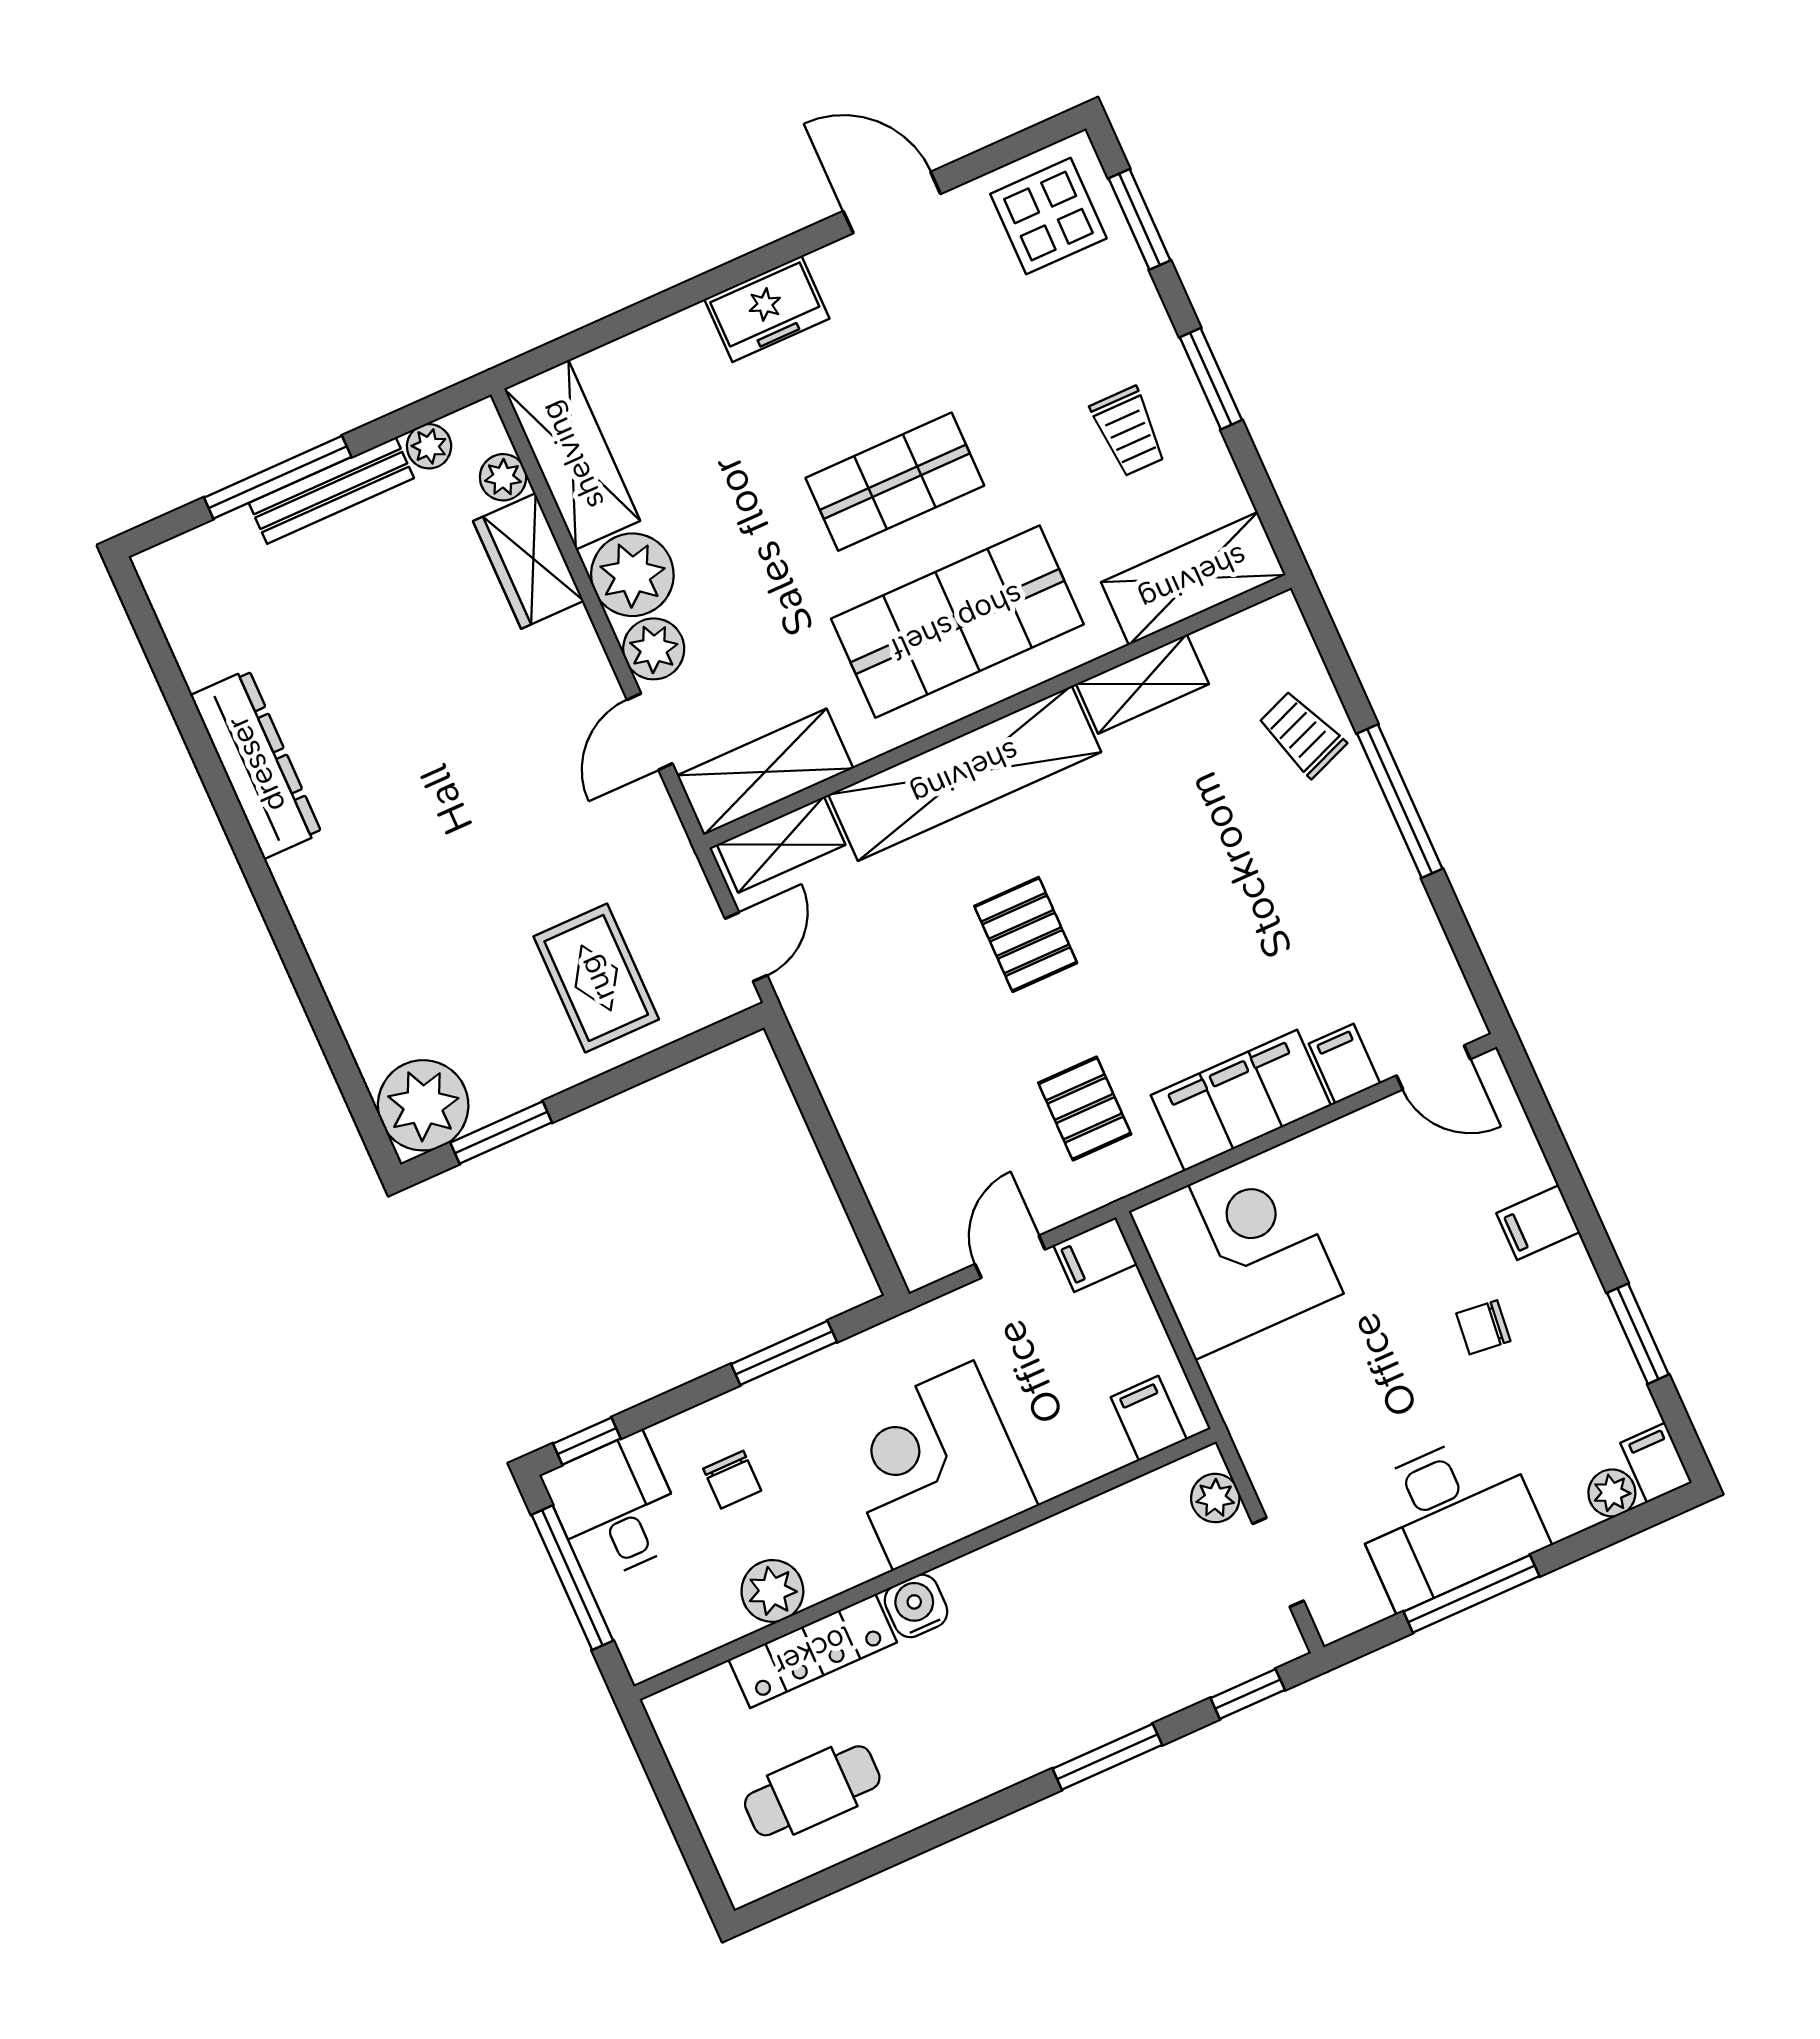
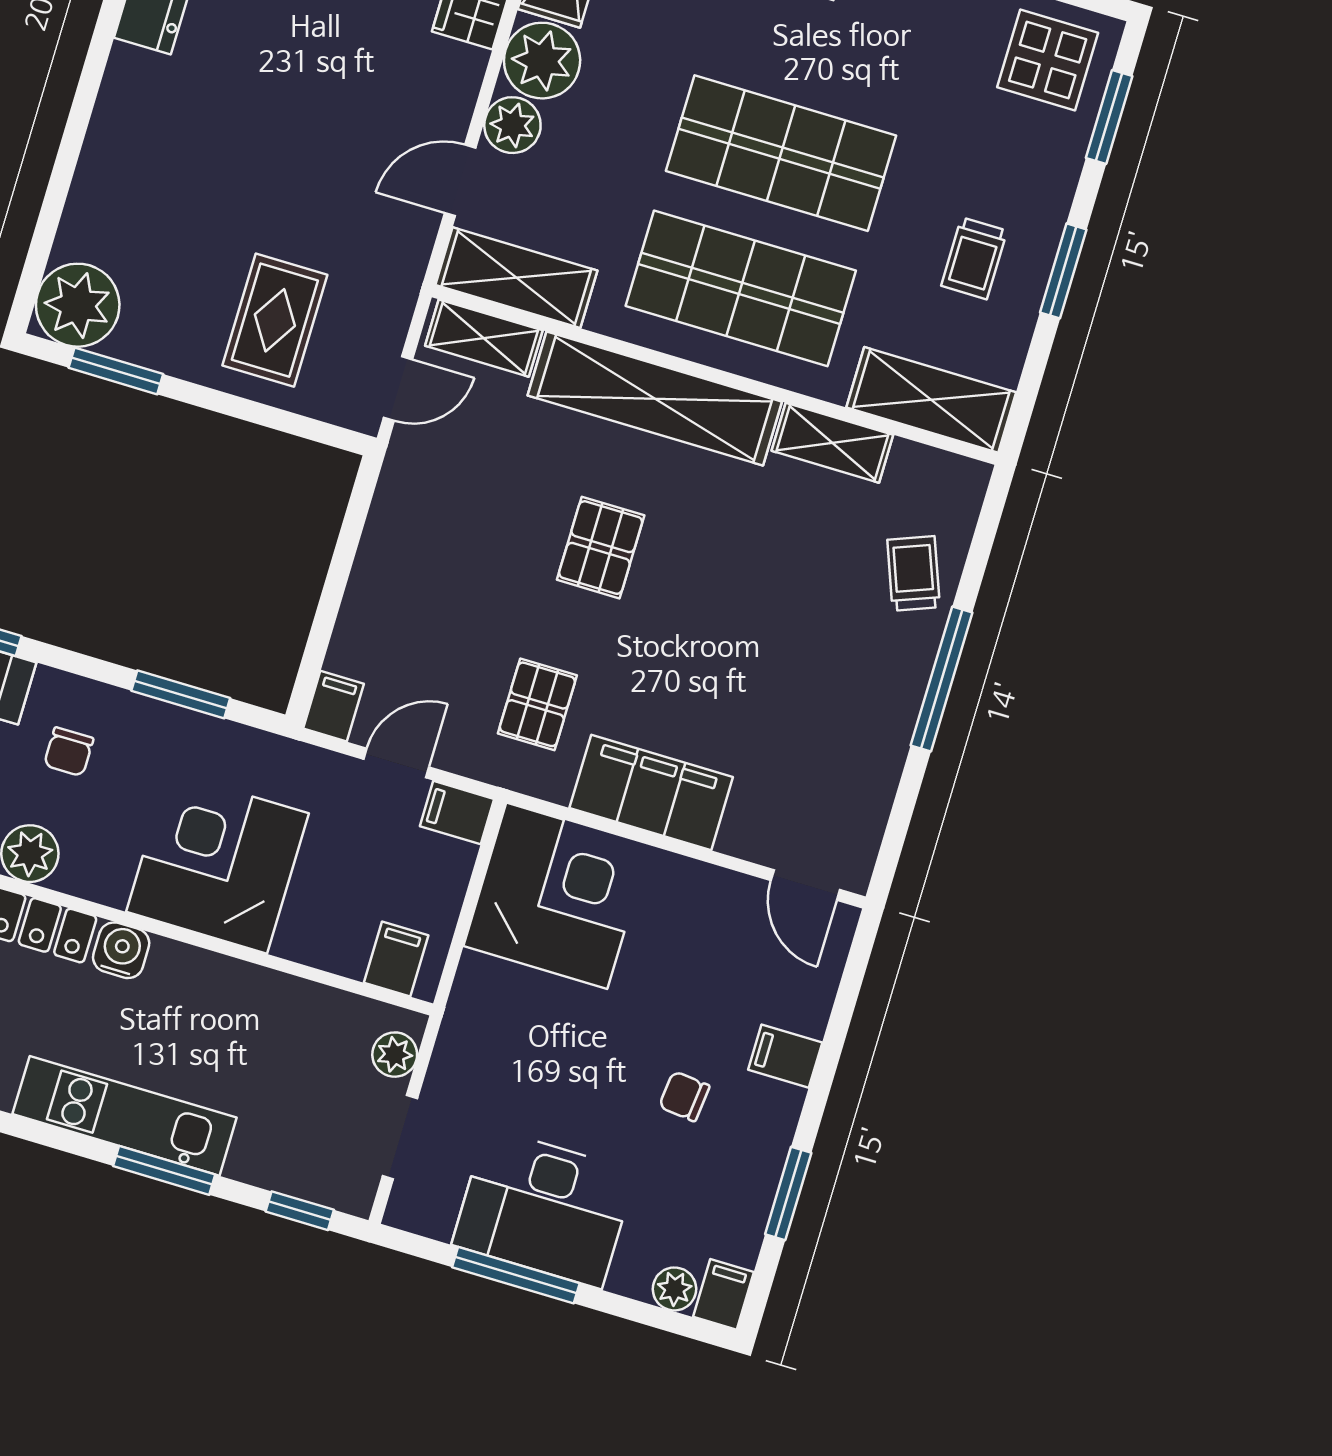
shop shelf: (895, 482) -> (781, 153), width x1.43, depth x1.36
filing cabinet: (1344, 1064) -> (334, 706), moved
kitchen unit: (1036, 1740) -> (125, 1116), added

